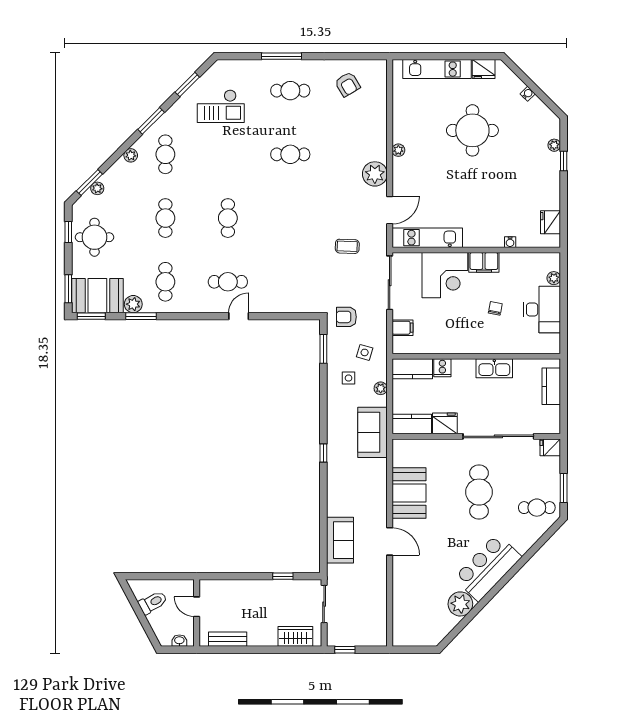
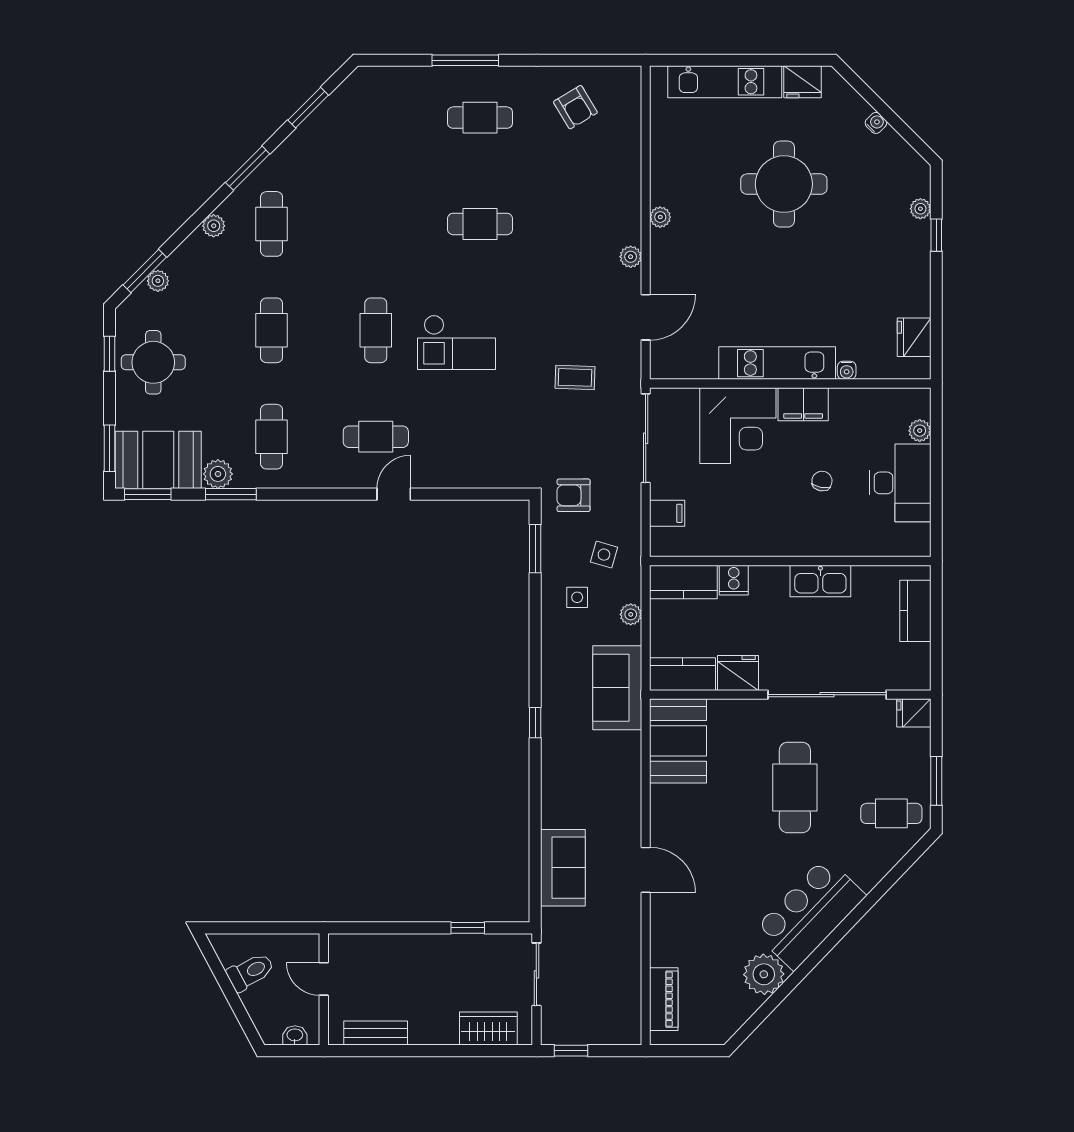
checkout: (221, 106) -> (457, 342), moved
plant: (375, 174) -> (631, 257), width x0.53, depth x0.53
kitchen unit: (427, 238) -> (777, 363), moved
booth: (409, 493) -> (678, 741), moved
piano: (400, 619) -> (664, 999), added

